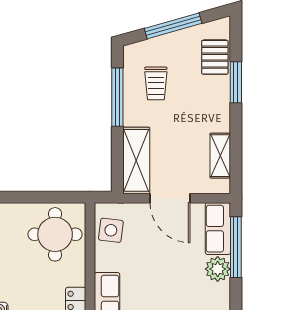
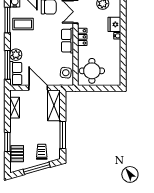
trolley: (156, 83) -> (42, 152), moved

